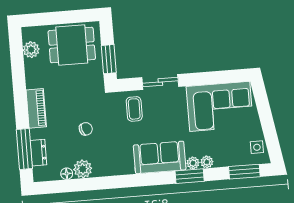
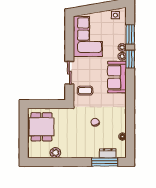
plant: (31, 50) -> (55, 153), moved
window: (109, 59) -> (52, 104), removed
piano: (36, 108) -> (80, 152), removed
plant: (83, 169) -> (120, 126), removed
window: (244, 172) -> (130, 34), moved

